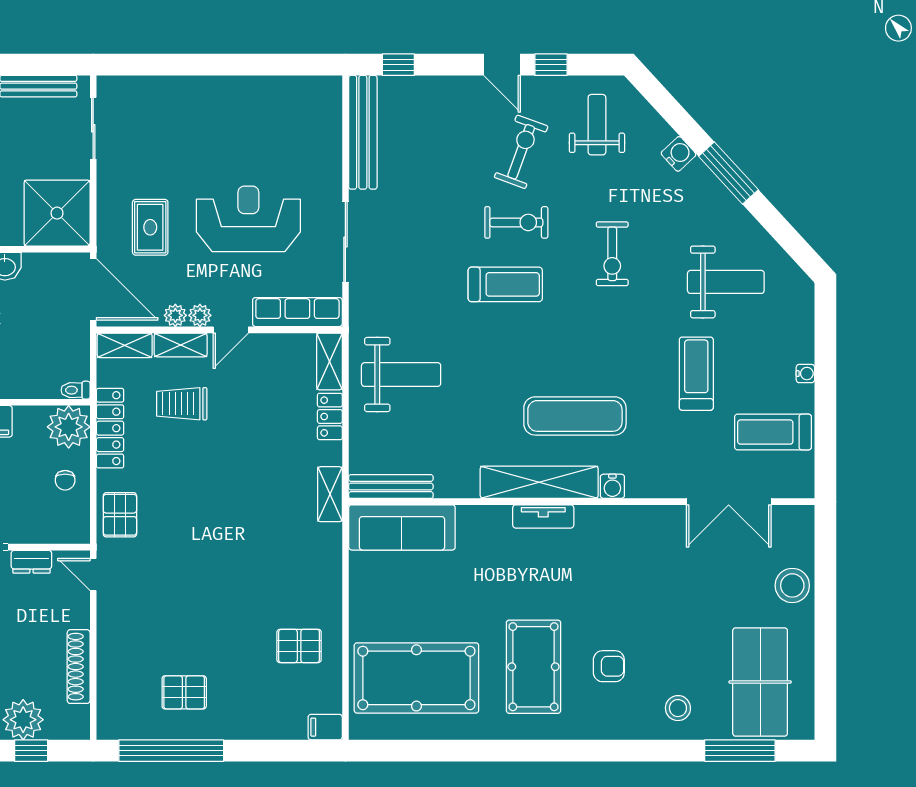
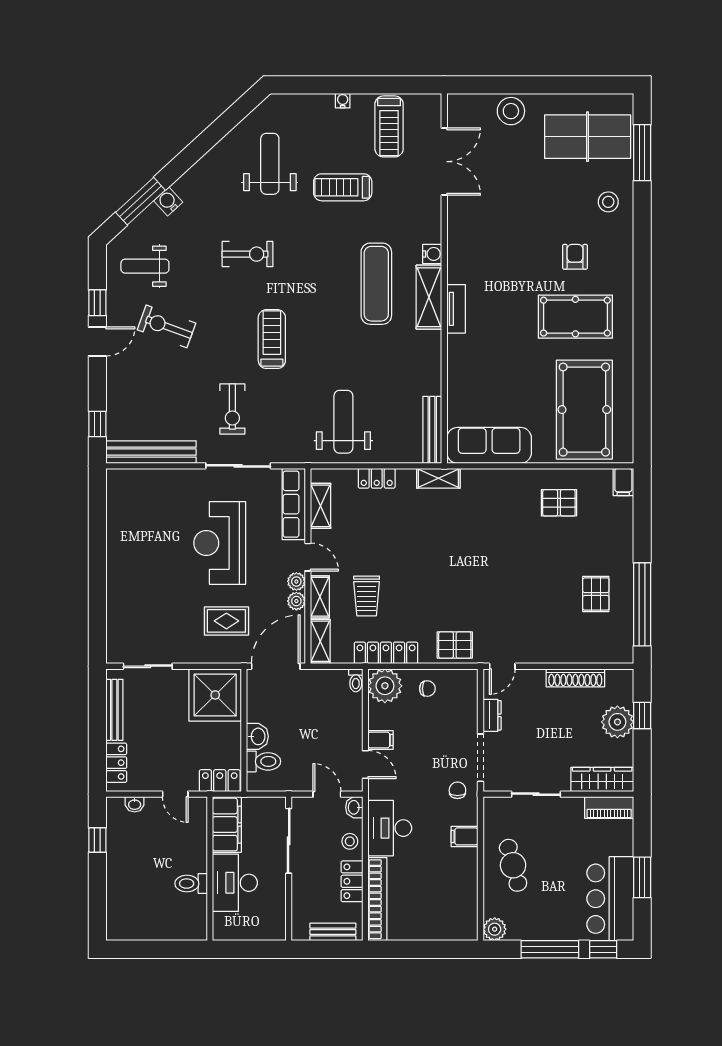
window: (728, 173) -> (140, 201), moved
exercise bike: (516, 222) -> (232, 409), moved, turned 180
shelving: (329, 361) -> (321, 506), moved, turned 90
shelving: (539, 482) -> (429, 297), width x0.68
sofa: (402, 527) -> (489, 445), moved, turned -90
pallet: (299, 646) -> (559, 503), turned 90

